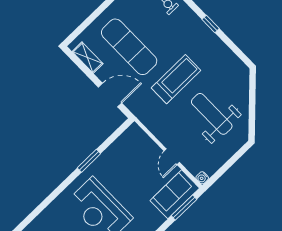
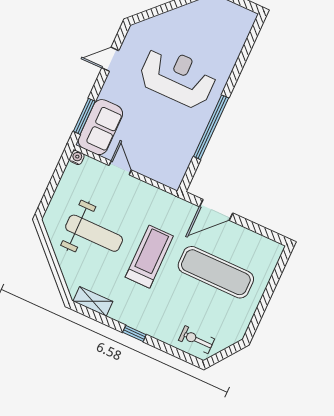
shelving: (88, 58) -> (93, 301), moved
treadmill: (176, 79) -> (149, 257), turned 180
window: (89, 161) -> (211, 127), width x2.11

